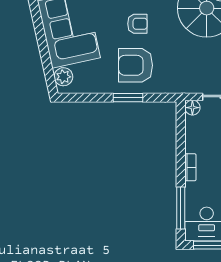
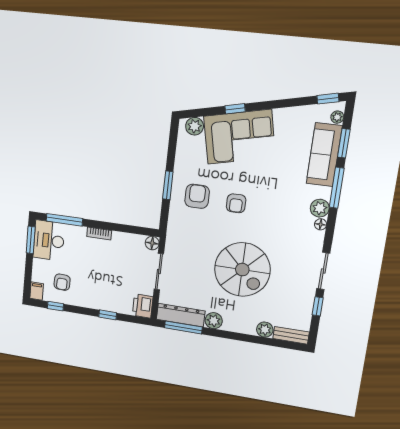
window: (41, 37) -> (235, 109), added
armchair: (136, 65) -> (197, 196), width x0.73, depth x0.73

